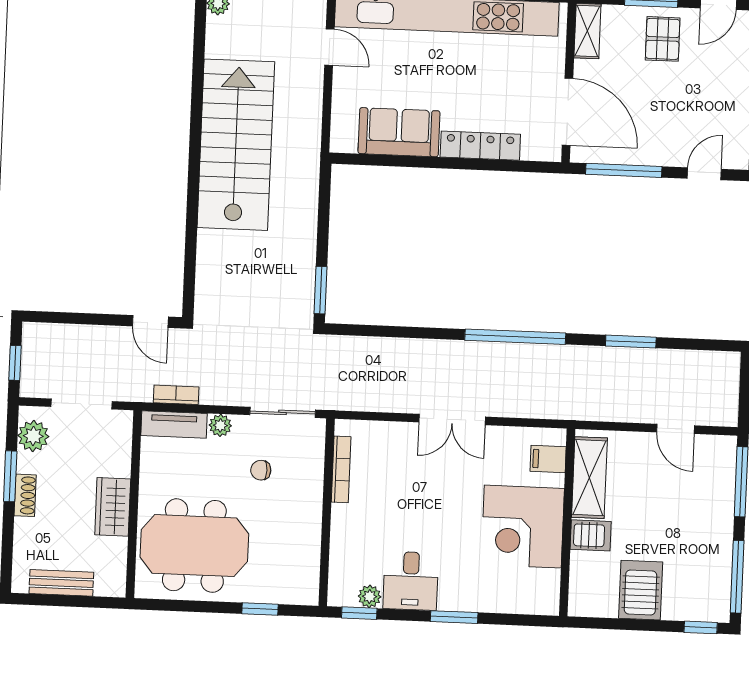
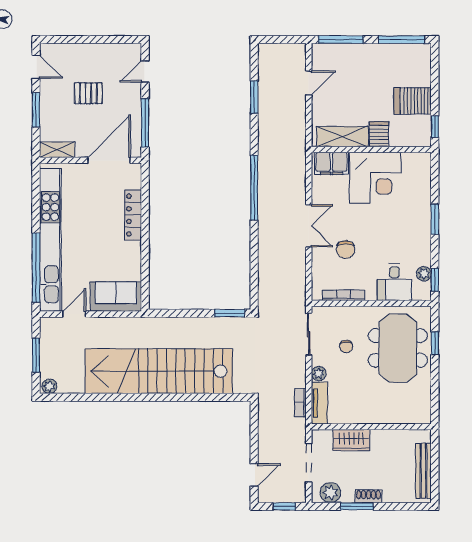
pallet: (663, 39) -> (88, 93), moved
sofa: (399, 132) -> (116, 297), moved, turned 90
stairs: (236, 145) -> (159, 371), width x1.36
door: (704, 174) -> (145, 71), hinge flipped
door: (150, 321) -> (254, 475), moved
window: (631, 342) -> (254, 97), moved
filing cabinet: (548, 459) -> (331, 163), width x2.00
chair: (412, 476) -> (346, 250), added
wardrobe: (113, 507) -> (351, 440), moved
meeting table: (194, 546) -> (398, 348), moved
desk: (411, 581) -> (394, 282), moved, turned 90
bench: (61, 583) -> (423, 471), width x1.36
window: (701, 627) -> (435, 127), moved

